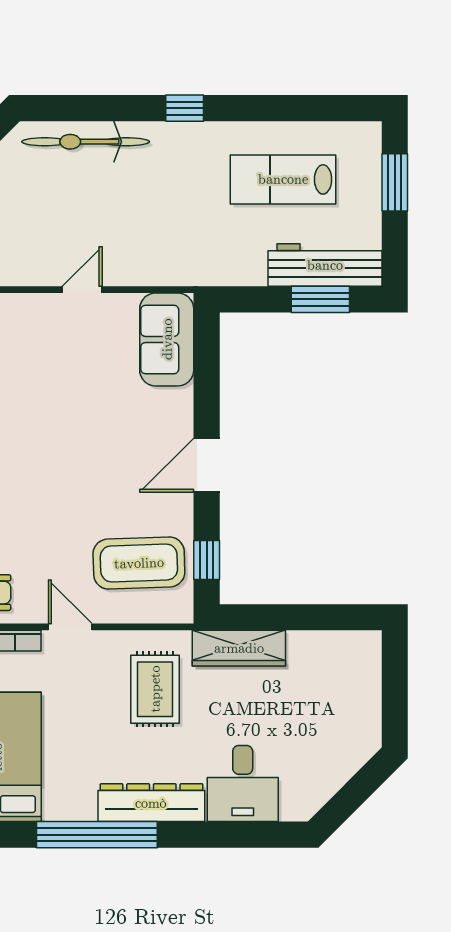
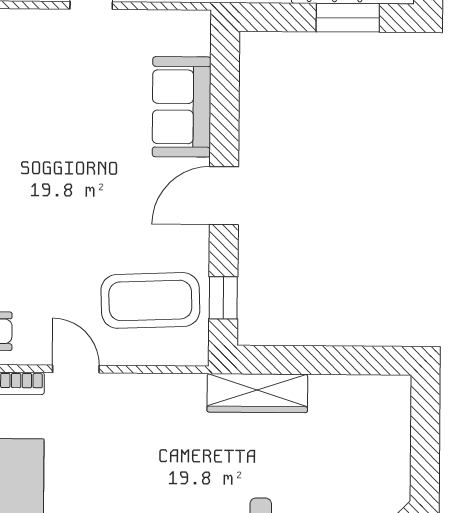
sofa: (167, 339) -> (182, 107), moved
rug: (155, 689) -> (167, 437), removed

